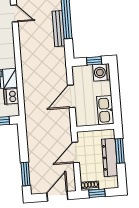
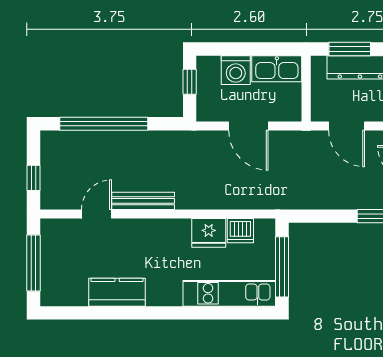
bench: (59, 29) -> (143, 201), moved
washing machine: (102, 72) -> (236, 70), moved

